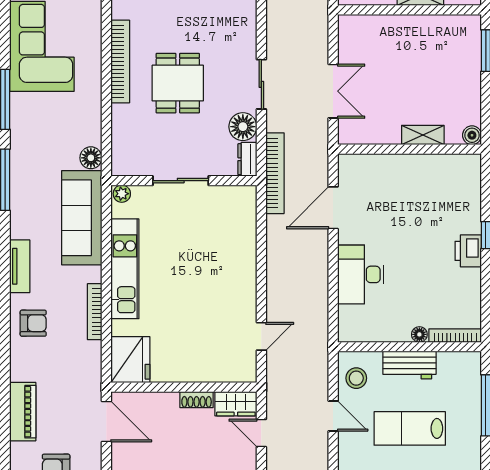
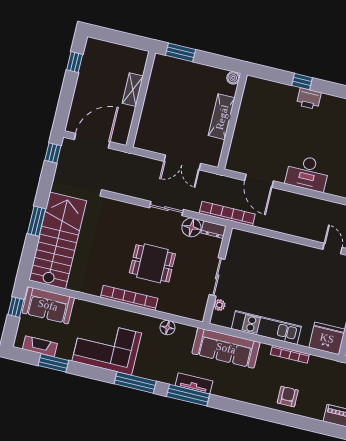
double door: (333, 91) -> (182, 162), swing flipped
shelving: (423, 135) -> (222, 117), width x1.50, depth x1.33
floor lamp: (91, 158) -> (168, 328), moved
plant: (122, 194) -> (219, 305), moved
tv unit: (20, 266) -> (194, 383), moved

